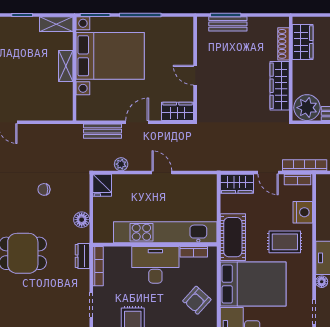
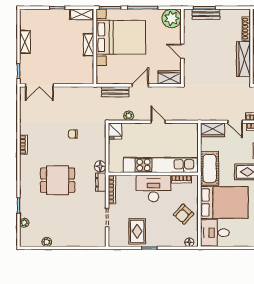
plant: (180, 30) -> (172, 18), added
floor lamp: (82, 220) -> (100, 166), moved

